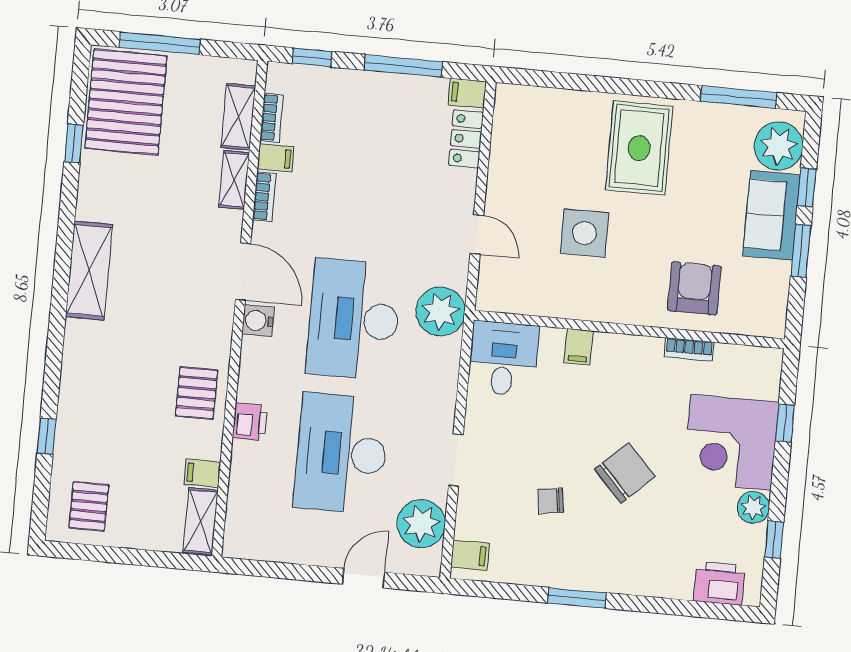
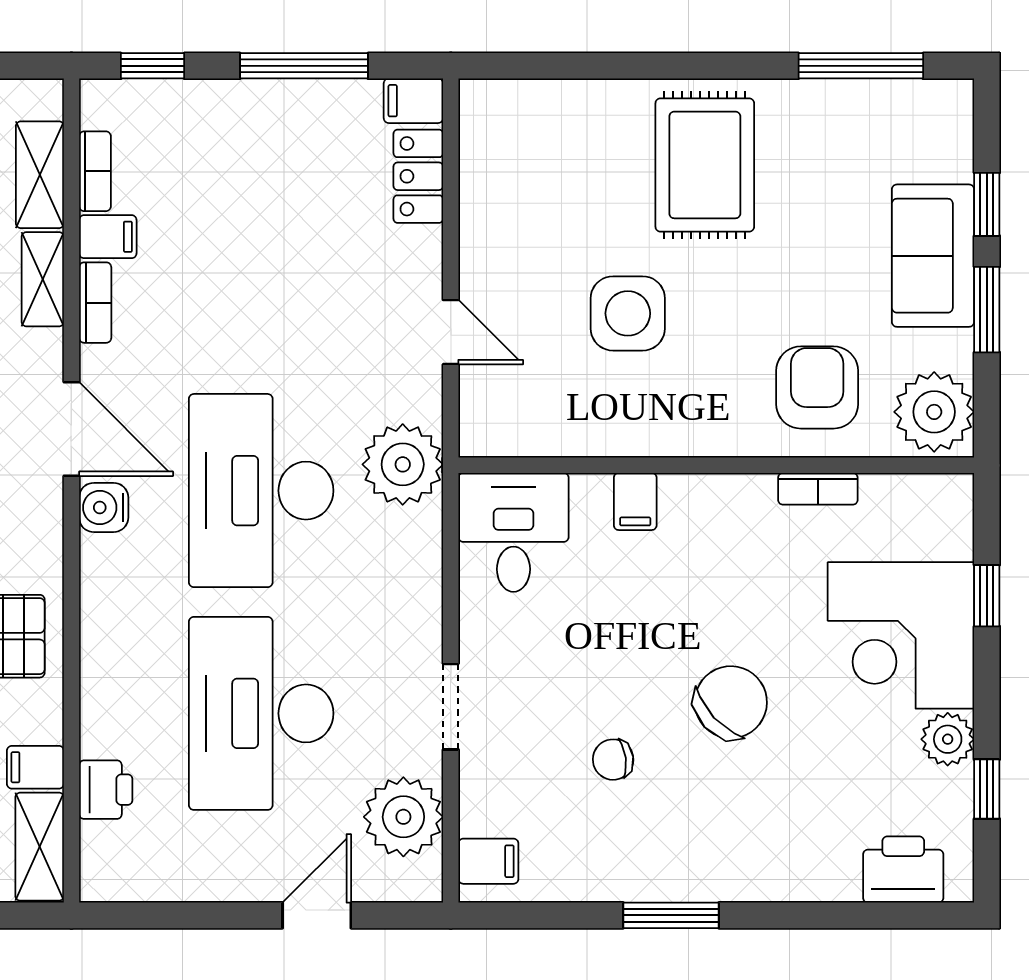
plant: (779, 146) -> (934, 412), moved
printer: (250, 422) -> (106, 790), moved

